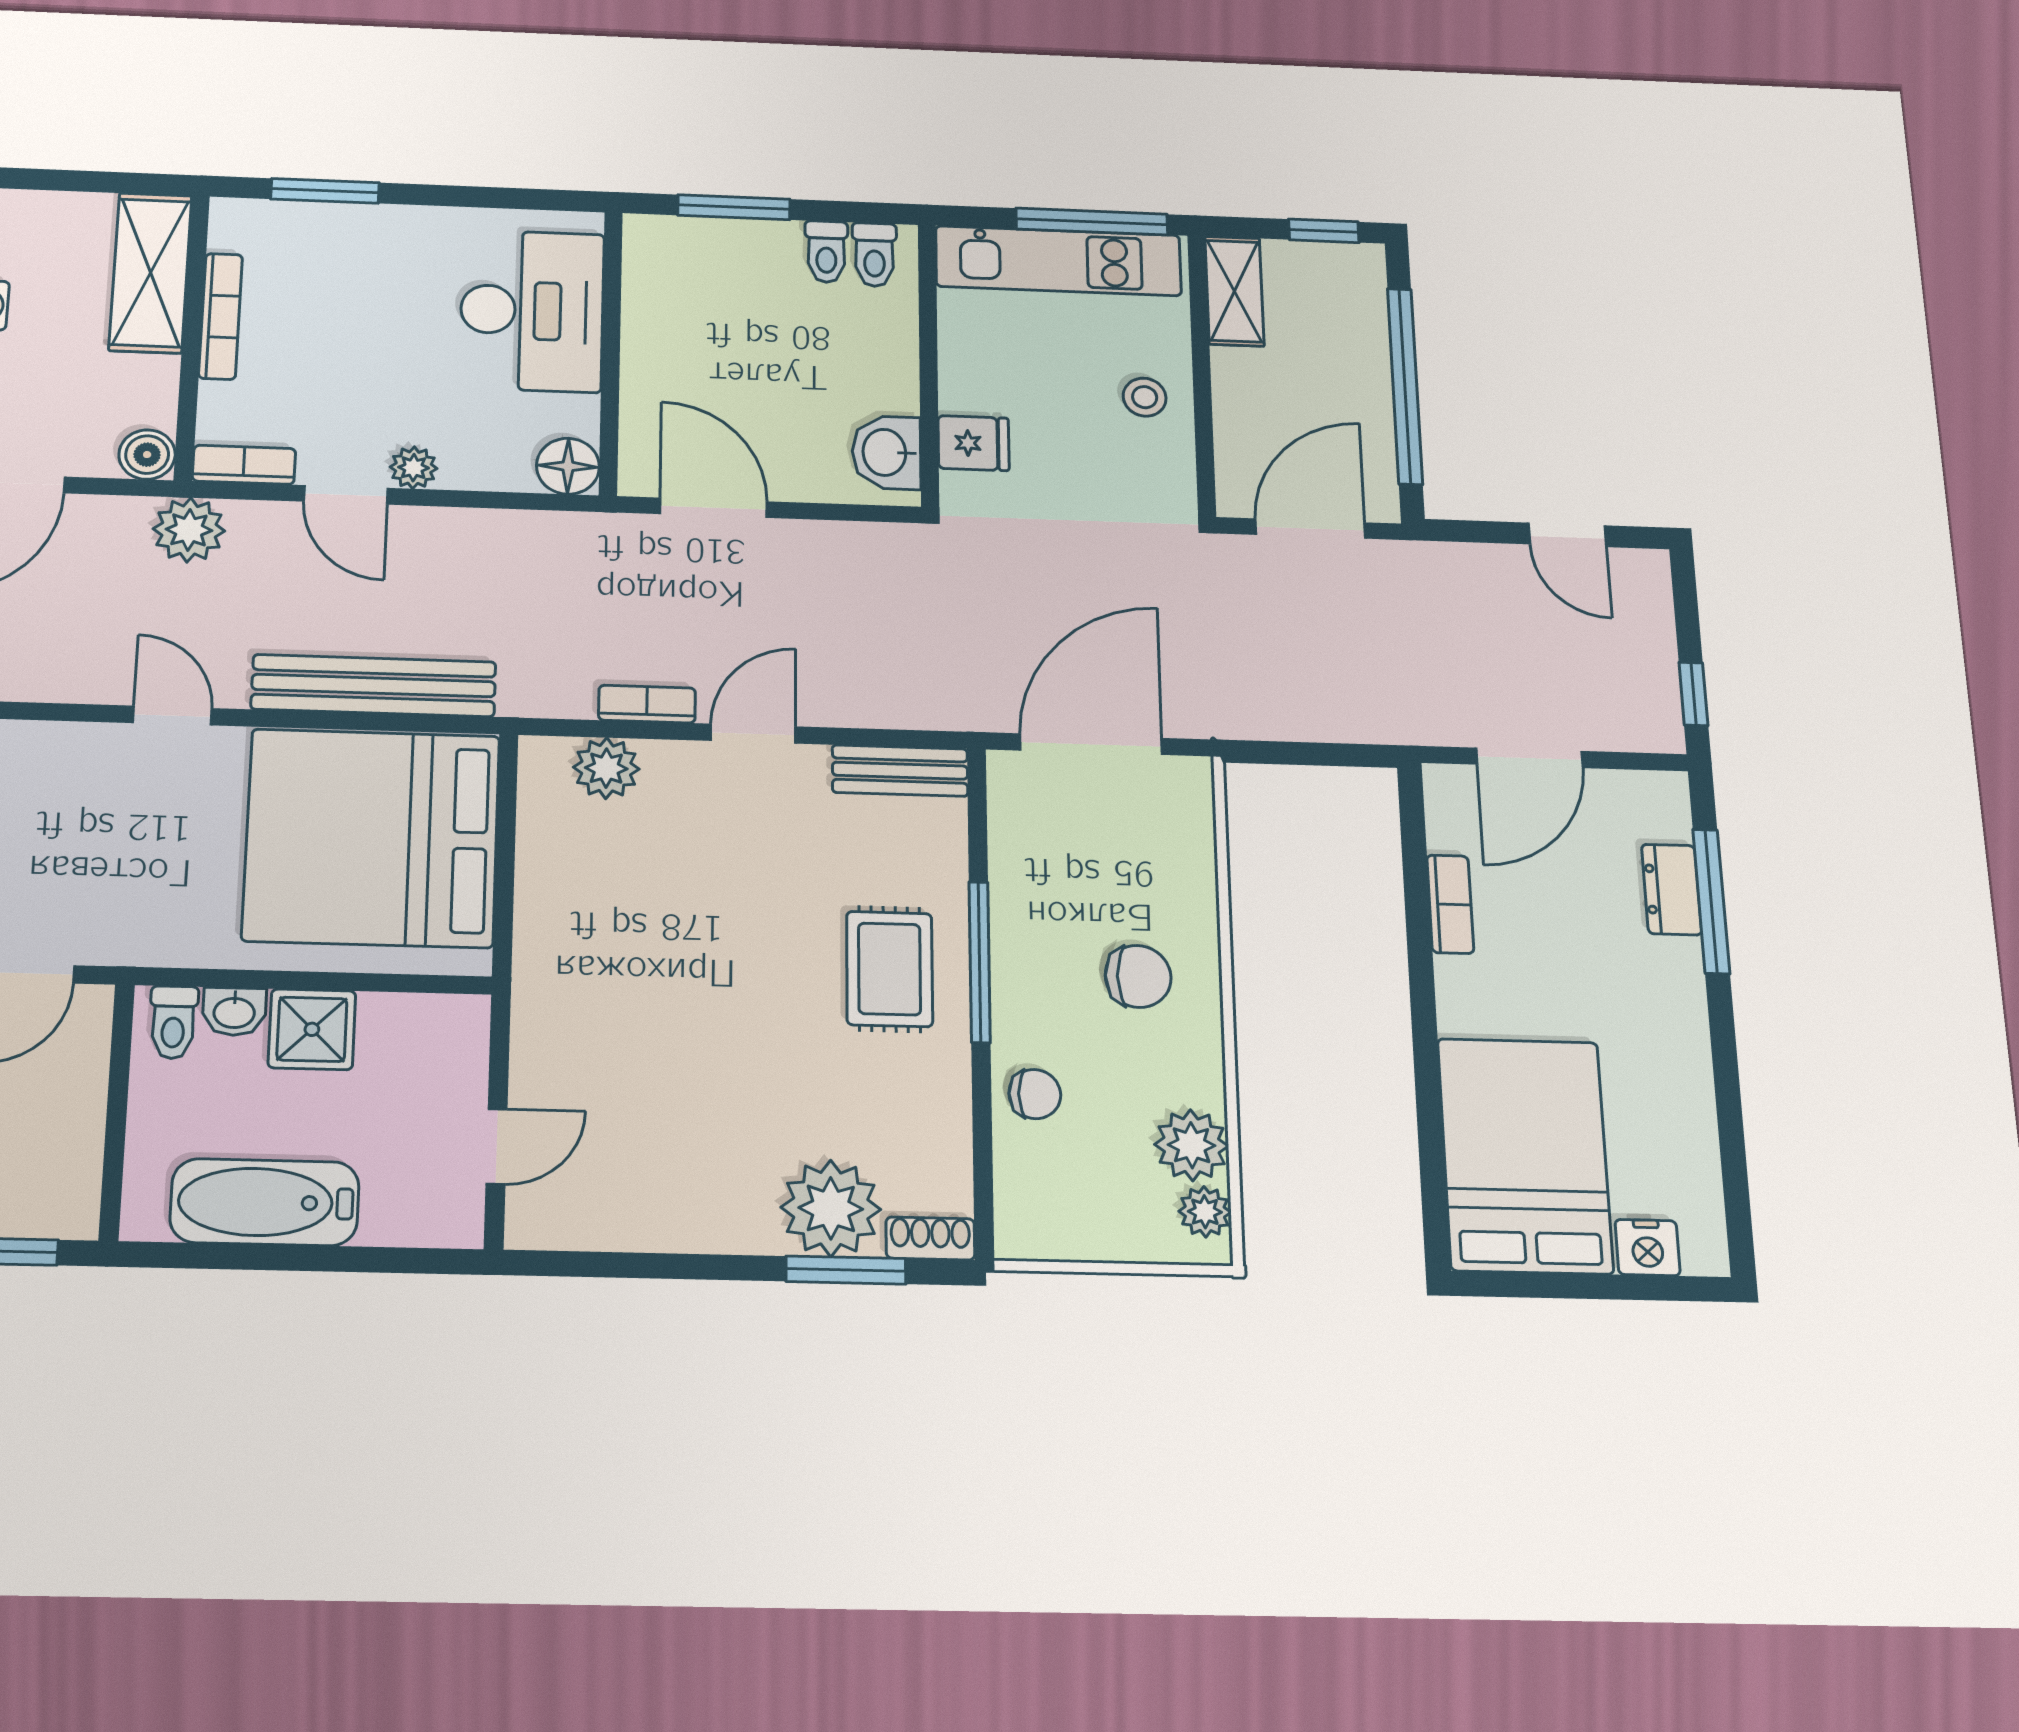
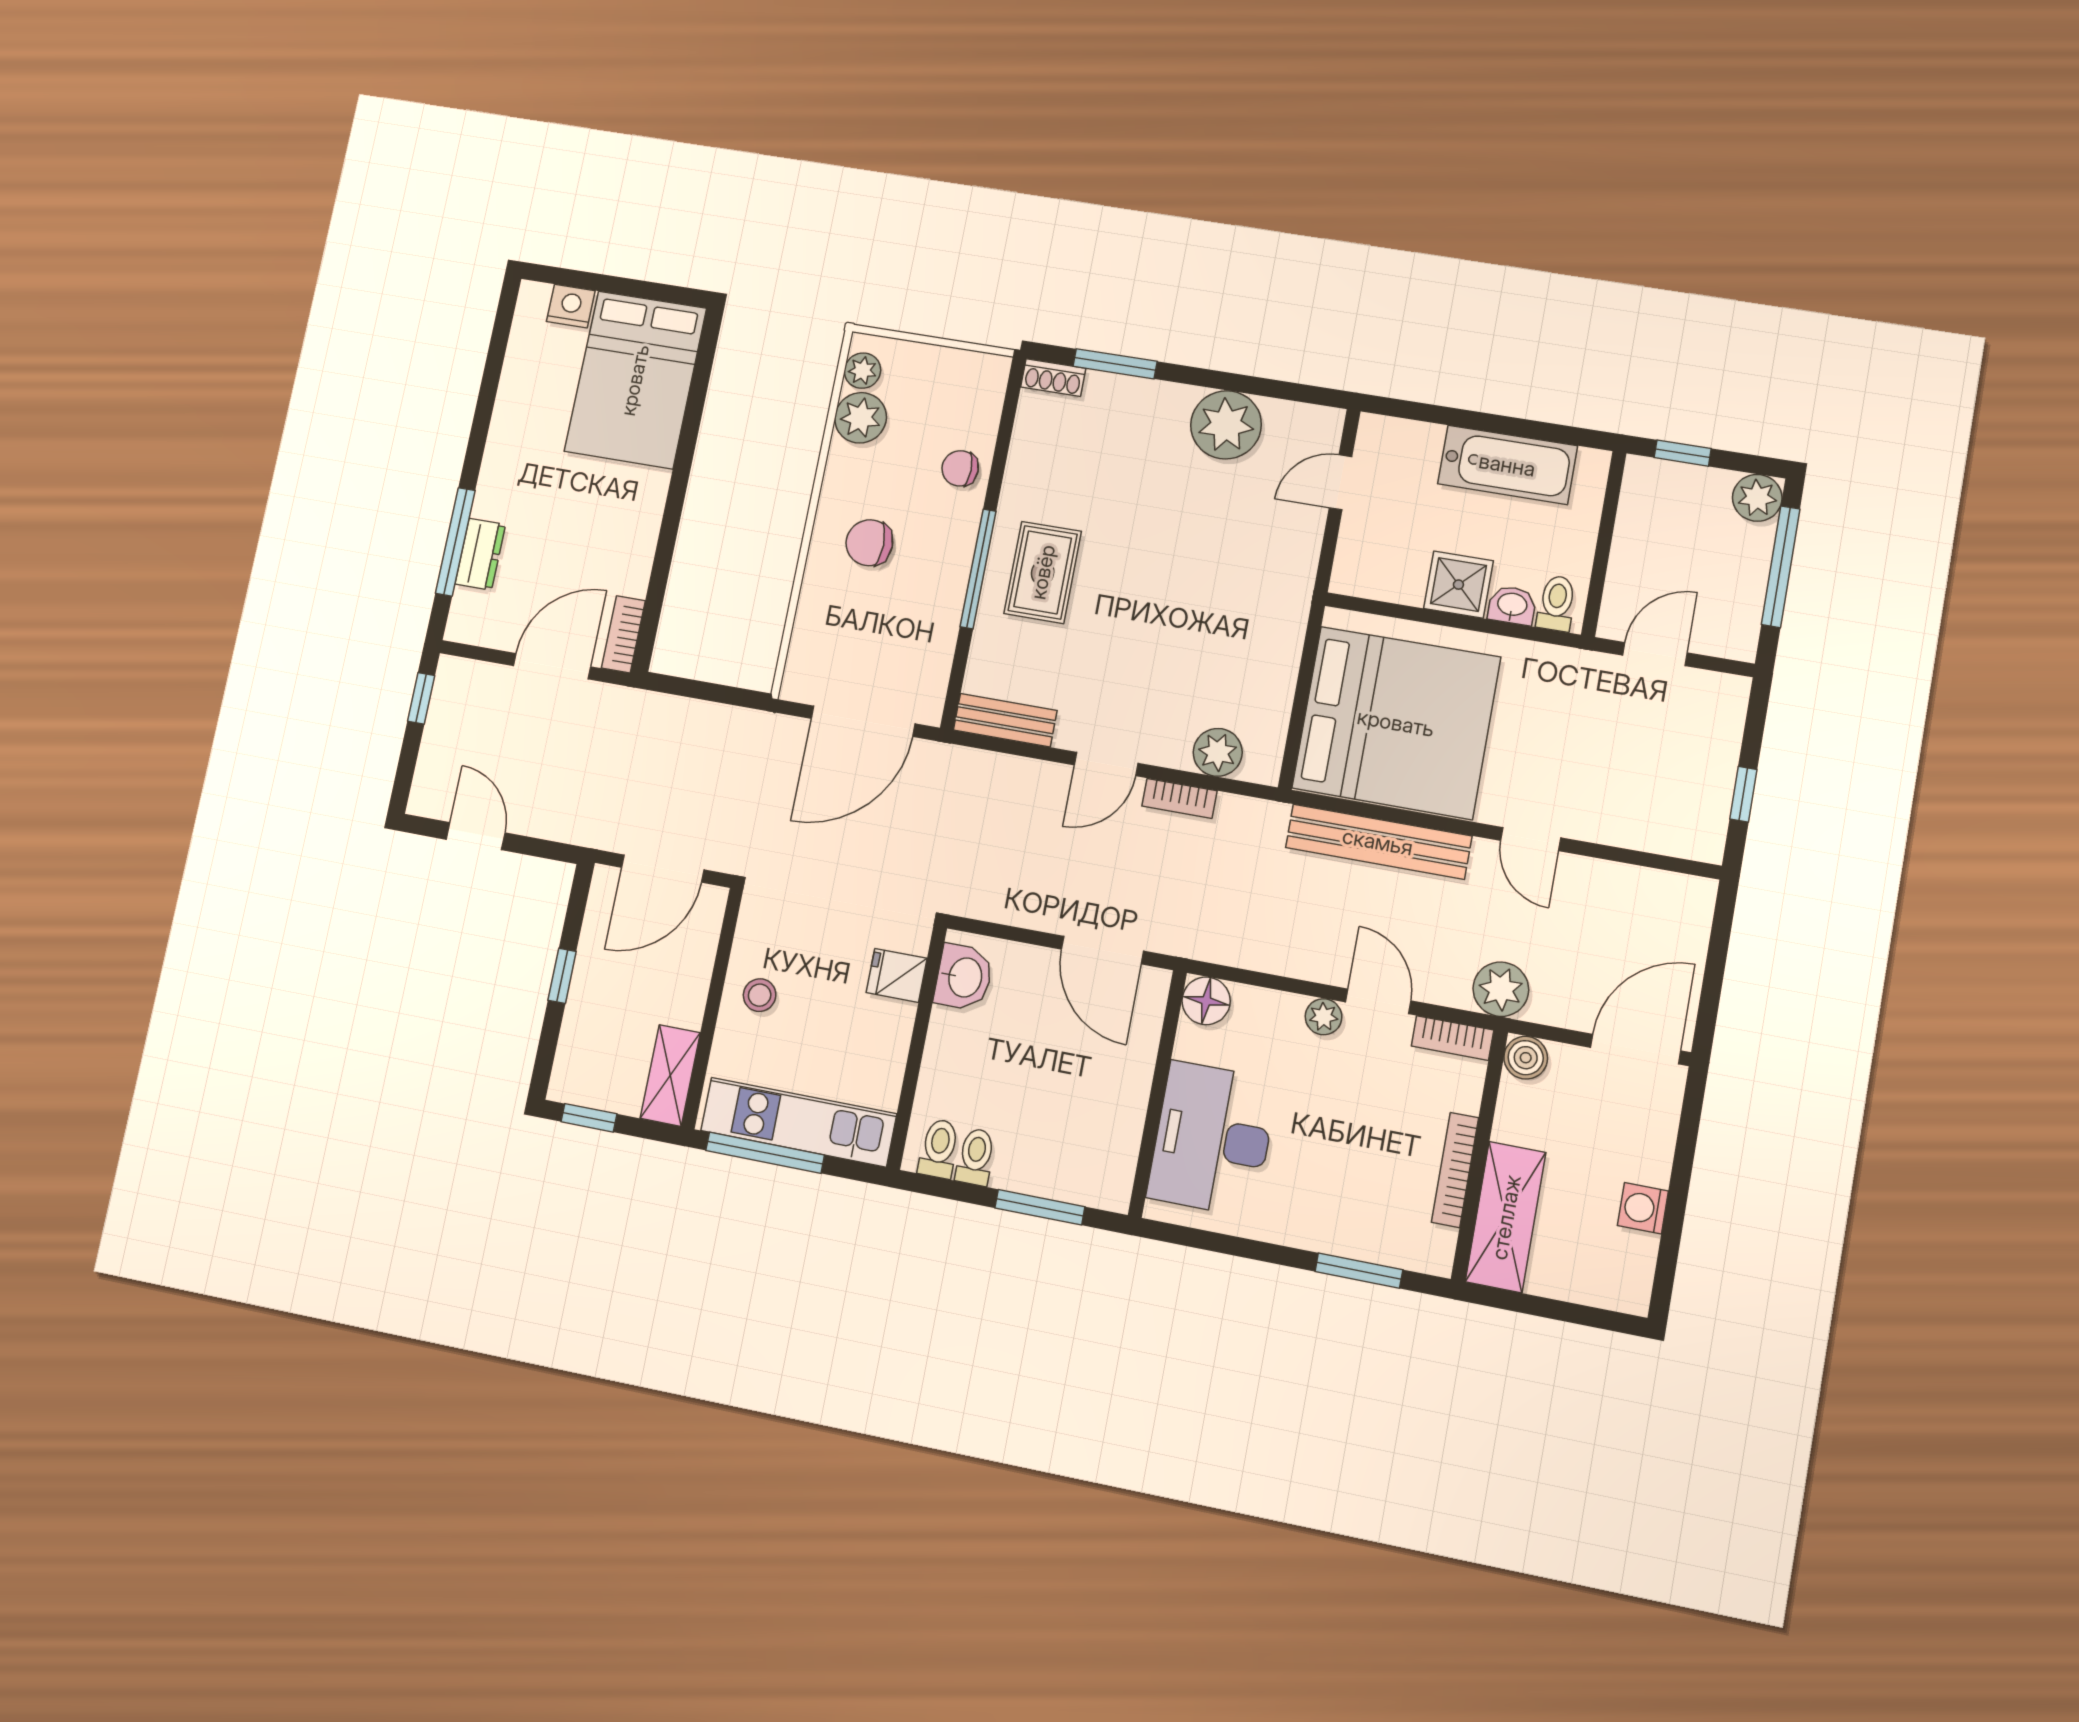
window: (1405, 386) -> (562, 976), width x0.32
bookcase: (1450, 904) -> (623, 634), moved
plant: (831, 1208) -> (1226, 425), moved

